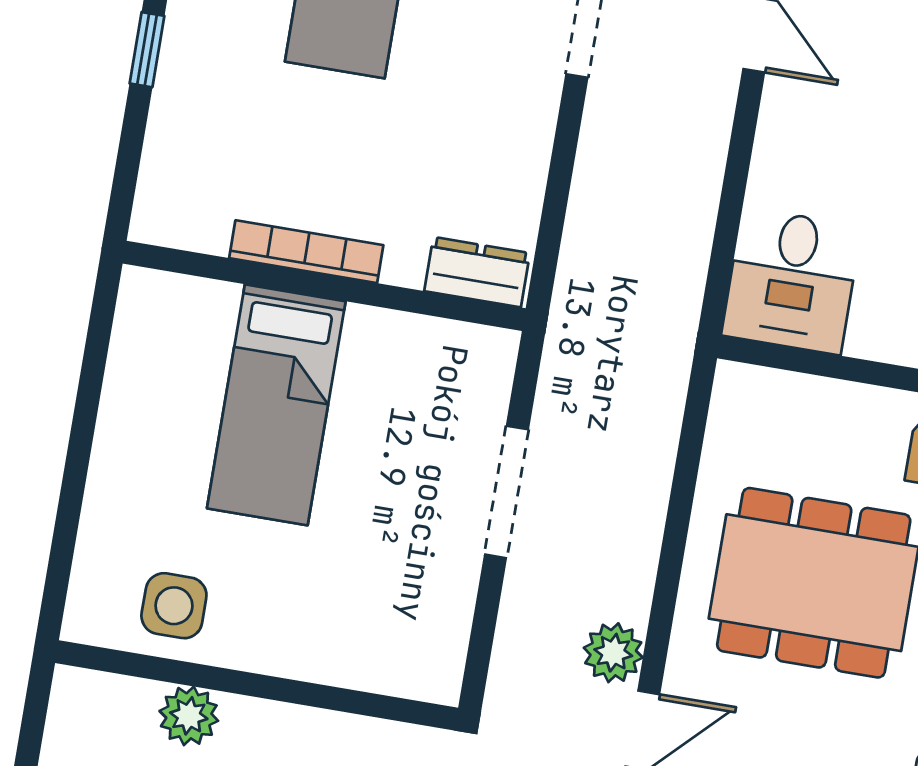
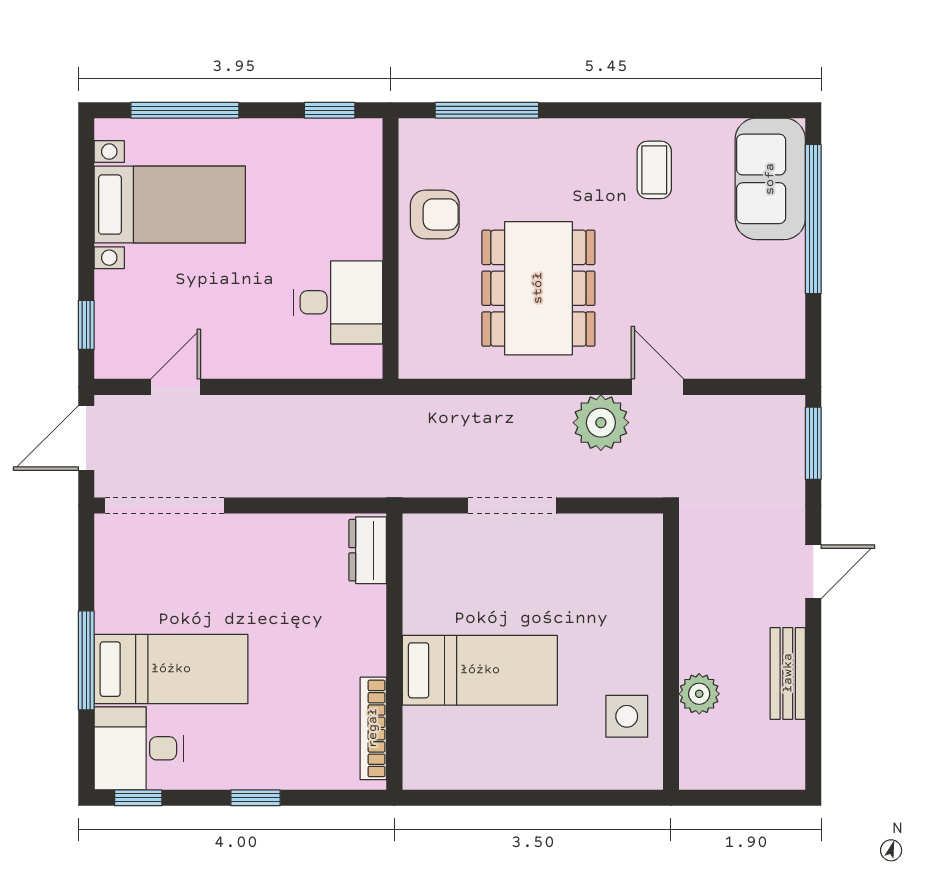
bookcase: (306, 252) -> (373, 728), moved
desk: (792, 281) -> (338, 302), moved
plant: (613, 653) -> (601, 423), width x1.36, depth x1.36

